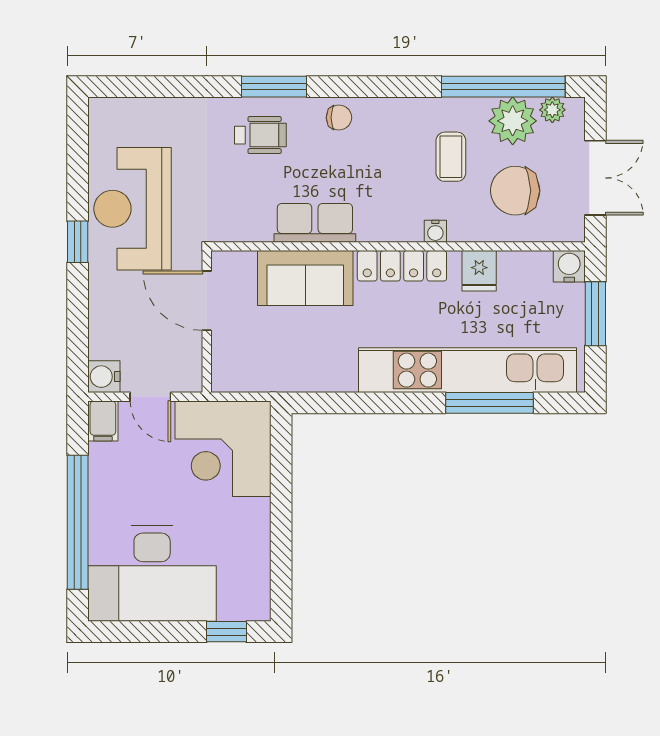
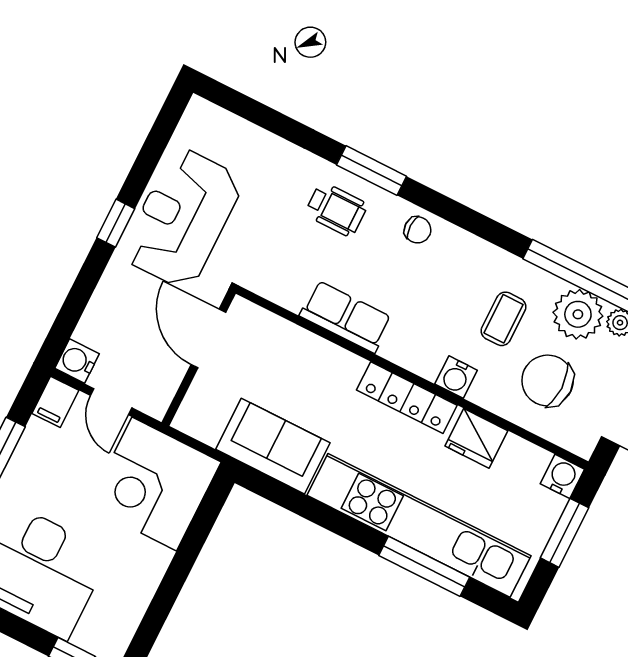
water cooler: (435, 231) -> (456, 377), width x1.38, depth x1.38
fridge: (479, 271) -> (476, 438), width x1.38
sofa: (305, 278) -> (273, 446), moved, turned 180

